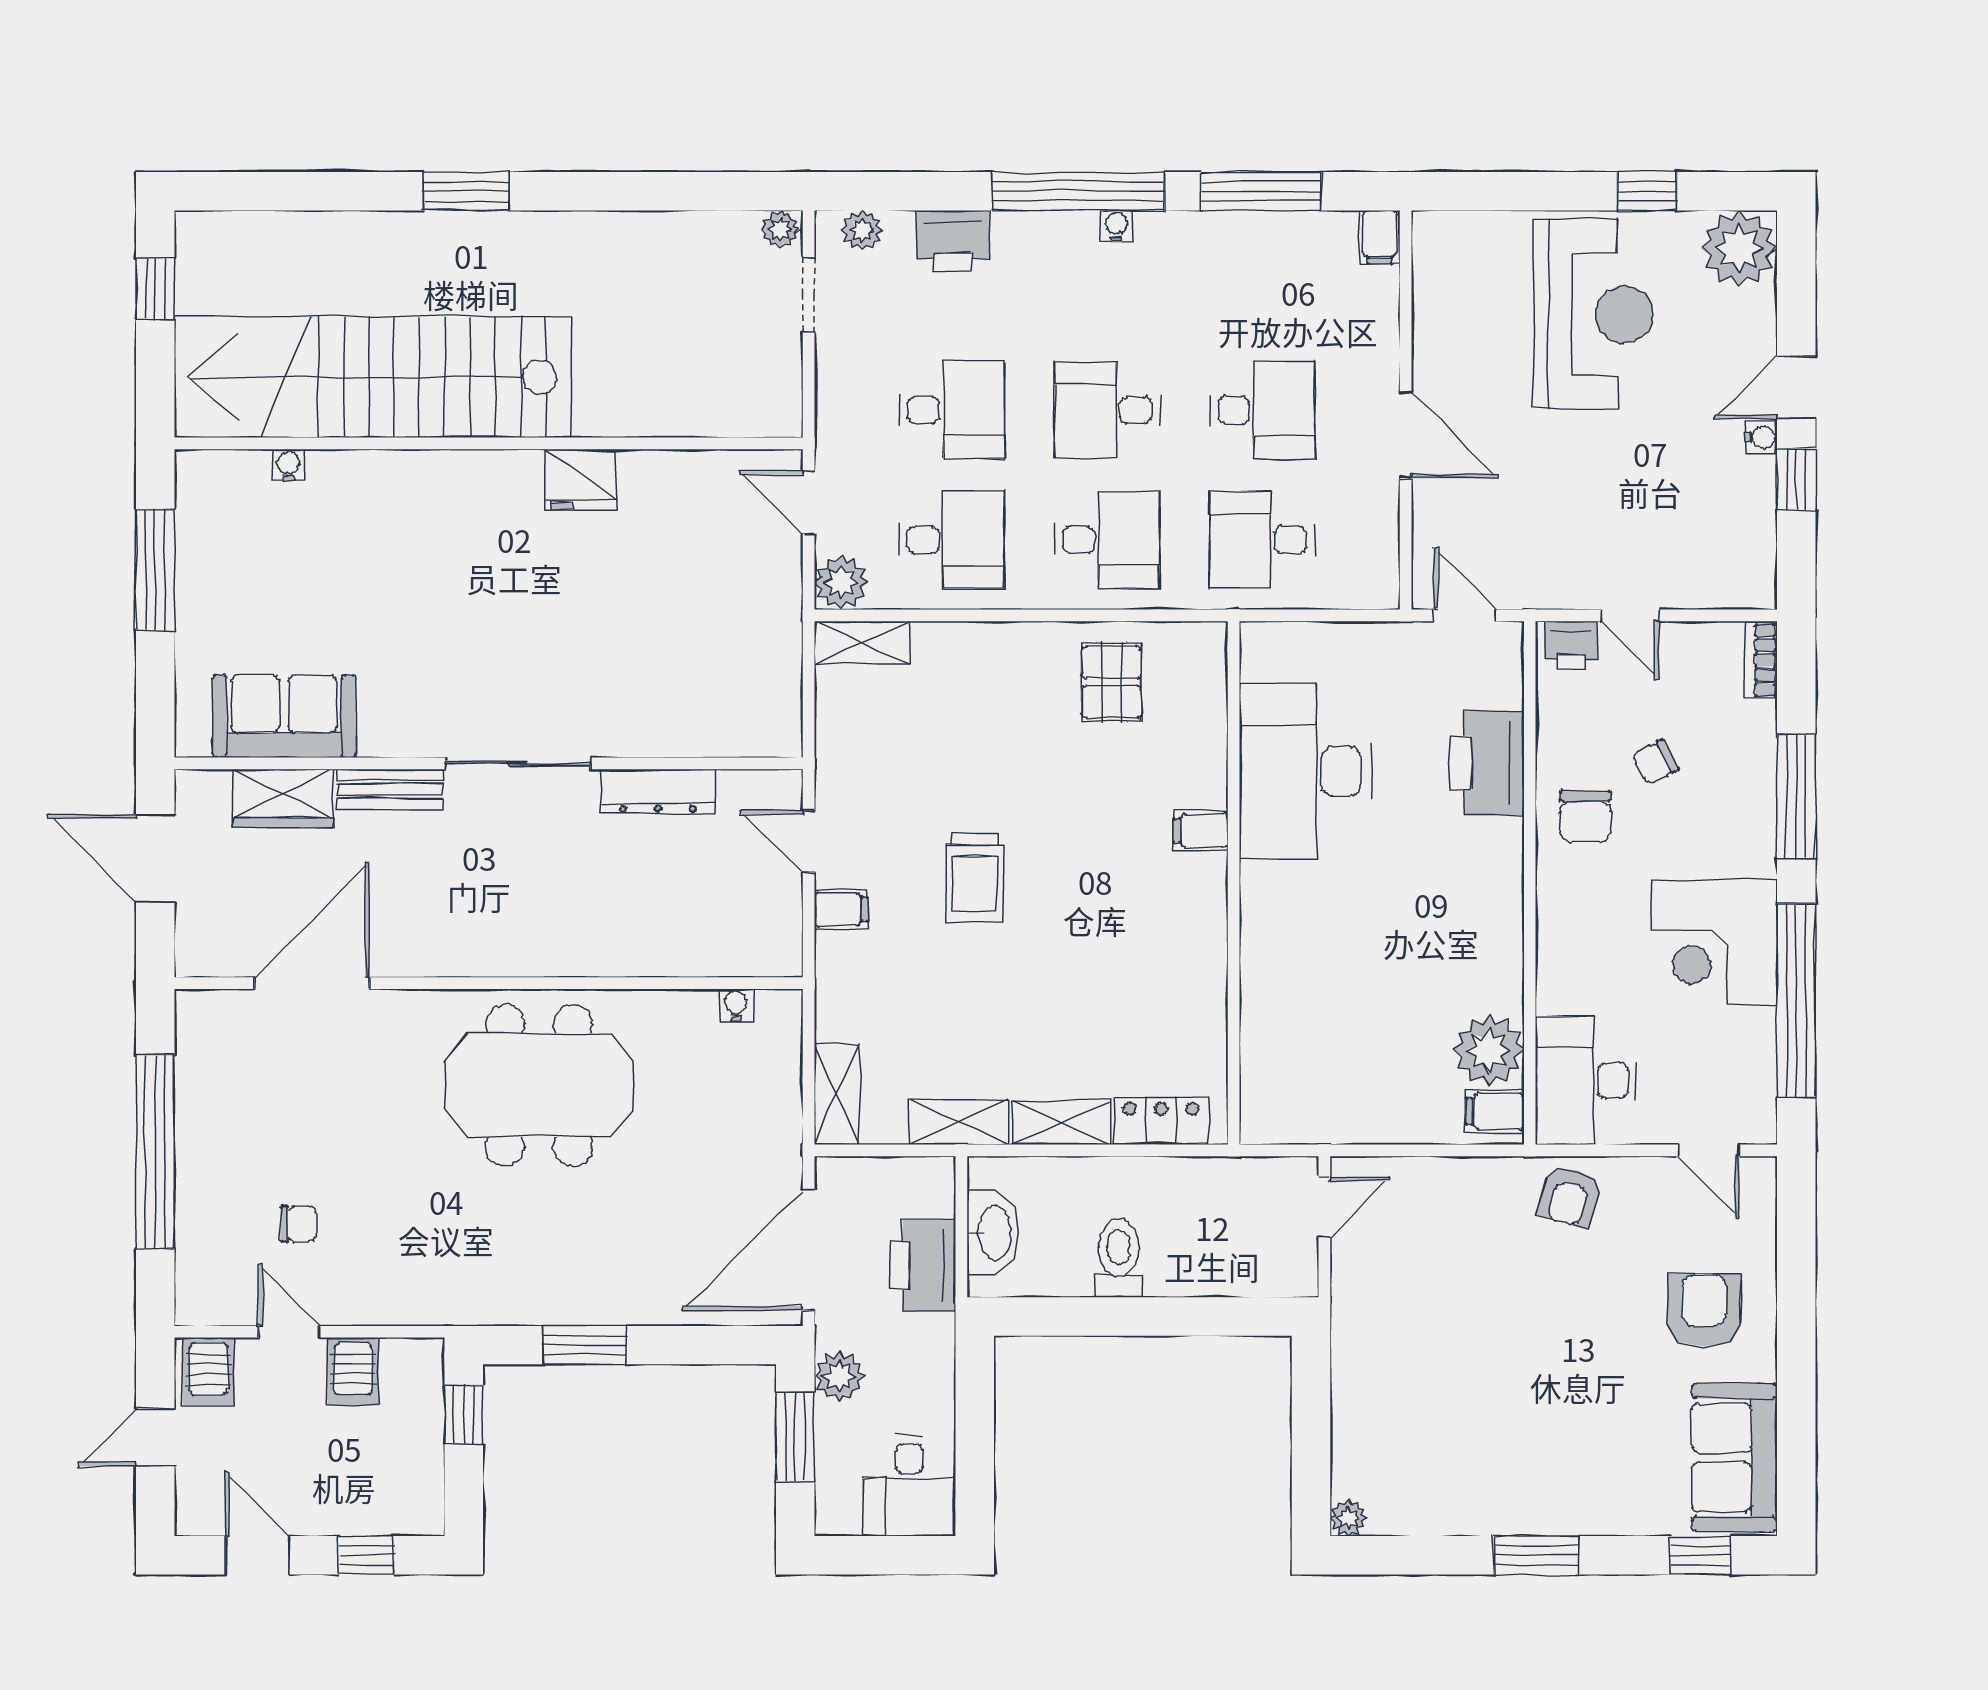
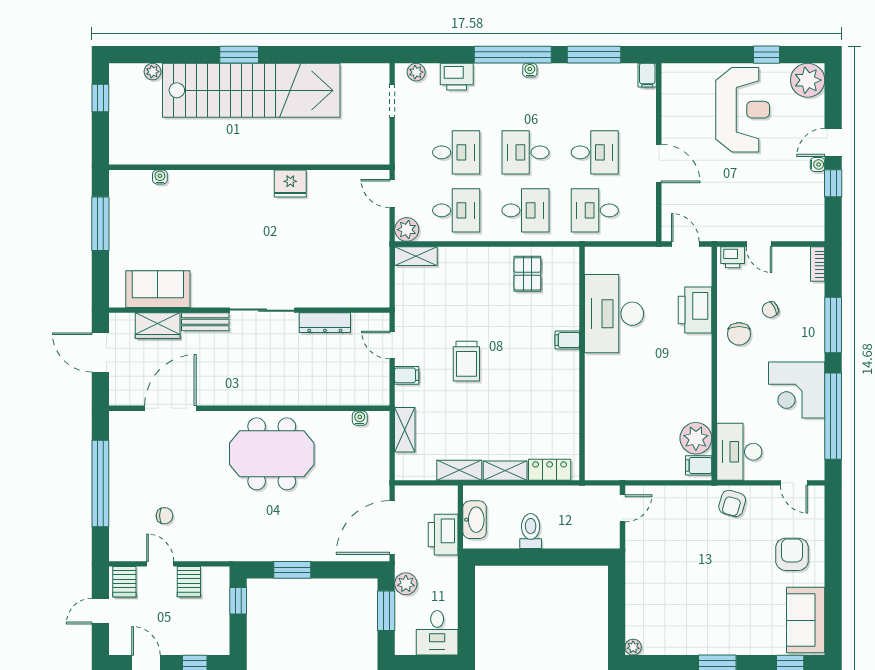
plant: (780, 229) -> (153, 72), moved
stairs: (373, 377) -> (251, 90), moved, turned 180
shelving: (837, 1094) -> (405, 430), moved

